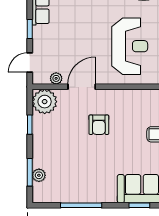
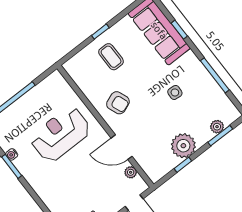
plant: (45, 102) -> (183, 146), moved
armchair: (99, 125) -> (118, 103), moved, turned 69
side table: (92, 163) -> (175, 92), added

